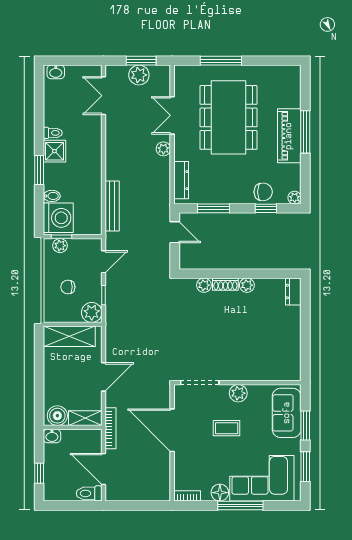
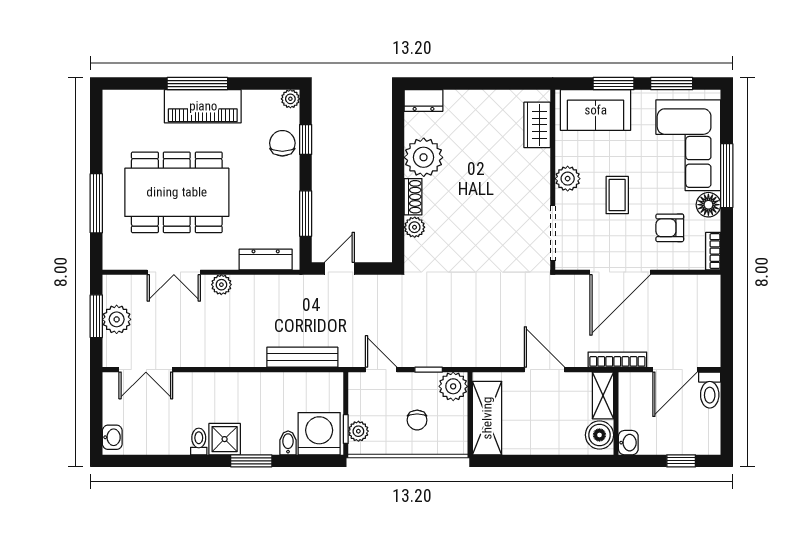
plant: (247, 285) -> (424, 157), width x1.88, depth x1.88
wardrobe: (276, 372) -> (537, 125), added
armchair: (204, 465) -> (670, 228), added

